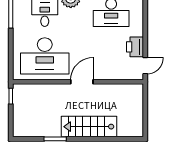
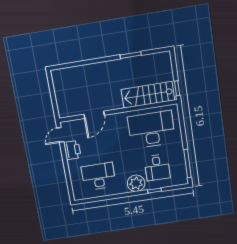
door: (82, 82) -> (94, 115), moved
stairs: (89, 127) -> (148, 95), moved, turned 180

